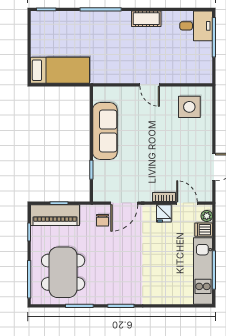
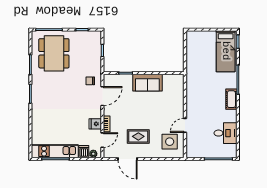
cot: (146, 19) -> (231, 99), moved
desk: (196, 26) -> (226, 133), moved, turned -90
bed: (60, 70) -> (226, 51), moved
door: (150, 85) -> (185, 125), moved
sofa: (105, 131) -> (147, 83), width x0.73
rug: (182, 152) -> (138, 136), added
door: (124, 203) -> (102, 96), swing flipped
piano: (55, 215) -> (94, 48), removed
dining table: (63, 272) -> (54, 53), turned 90

